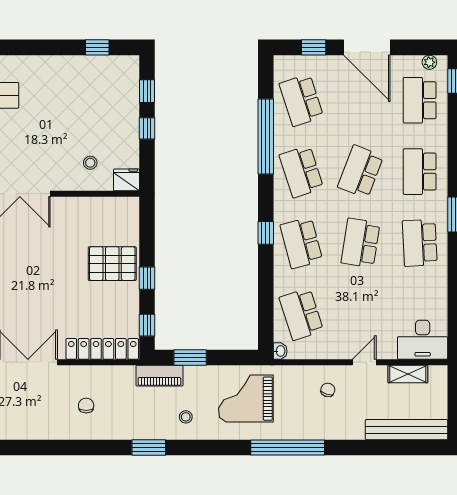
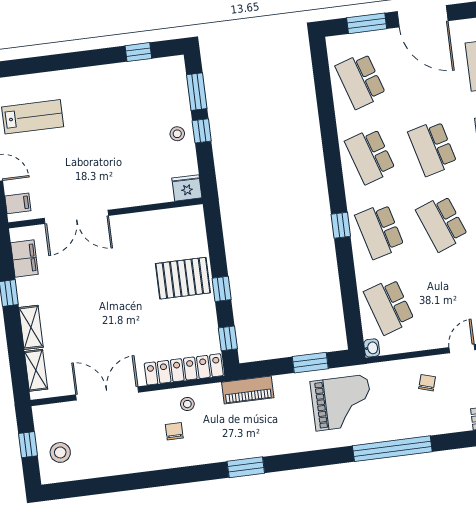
window: (314, 47) -> (367, 23), width x1.50
window: (147, 91) -> (197, 92), width x1.50
window: (266, 137) -> (328, 124), removed
stool: (90, 163) -> (177, 134), moved
school desk: (361, 172) -> (433, 148), turned -36
school desk: (361, 243) -> (442, 223), turned -30
window: (190, 357) -> (310, 363), moved
grand piano: (246, 399) -> (342, 403), turned 180
stool: (186, 417) -> (187, 404), moved

